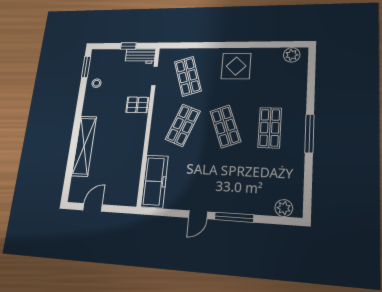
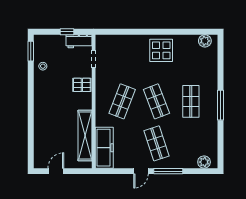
shop shelf: (188, 76) -> (156, 143), moved
shelving: (84, 146) -> (85, 135), moved

